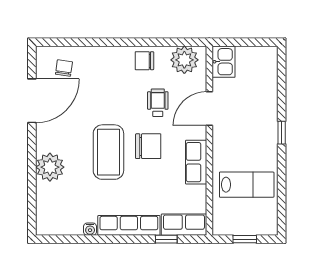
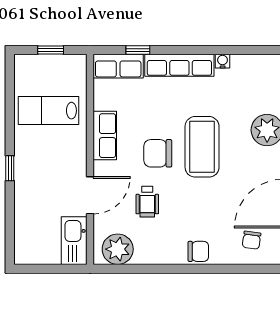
chair: (144, 61) -> (198, 251), moved
kitchen sink: (224, 62) -> (74, 241), width x1.38

